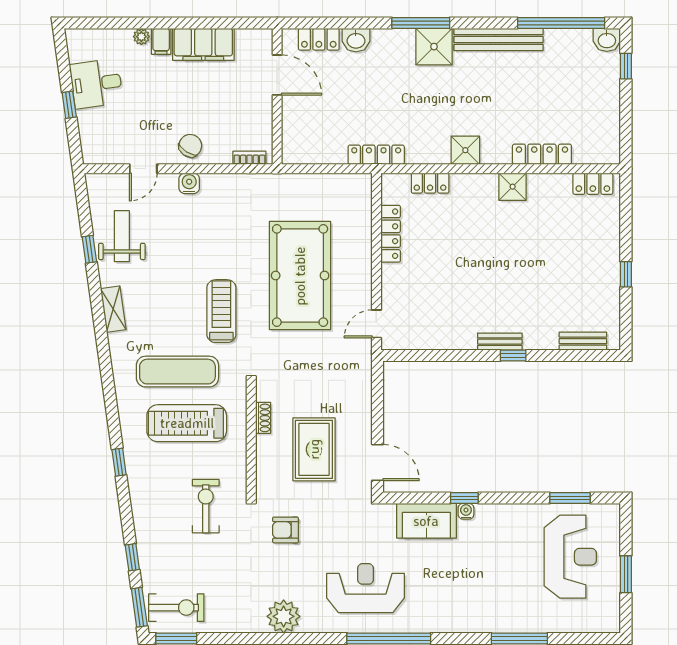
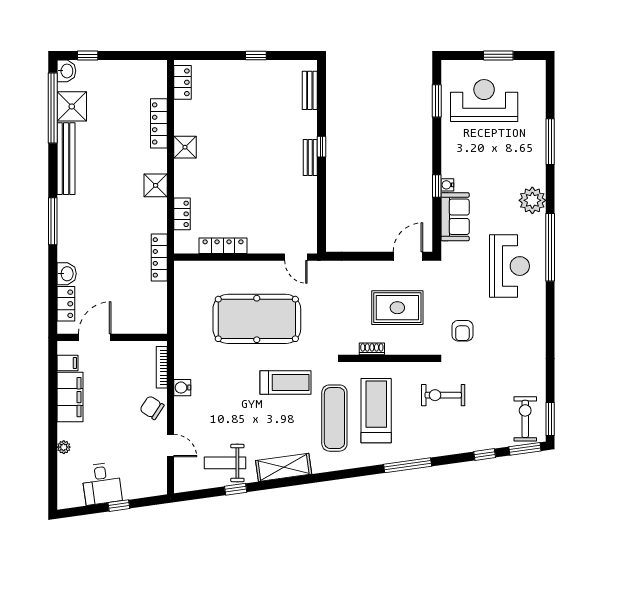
filing cabinet: (161, 41) -> (68, 363), moved
shower: (434, 47) -> (72, 106), moved
bookcase: (249, 158) -> (162, 367), width x1.56
water cooler: (189, 183) -> (182, 388), moved
shelving: (113, 309) -> (284, 467), width x1.50, depth x1.33
treadmill: (221, 311) -> (286, 383), turned 180
treadmill: (187, 423) -> (376, 411), turned 180
window: (119, 462) -> (408, 465), width x2.17
reception desk: (366, 588) -> (509, 266), turned 180
plant: (284, 616) -> (532, 200), moved

